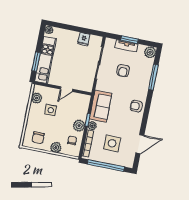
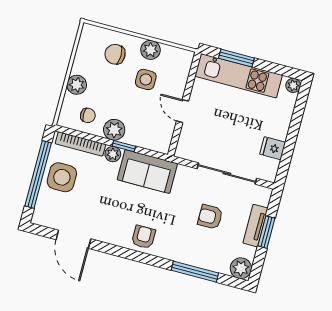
plant: (37, 98) -> (150, 50), moved
chair: (38, 138) -> (115, 54), moved
side table: (112, 143) -> (62, 177), moved

